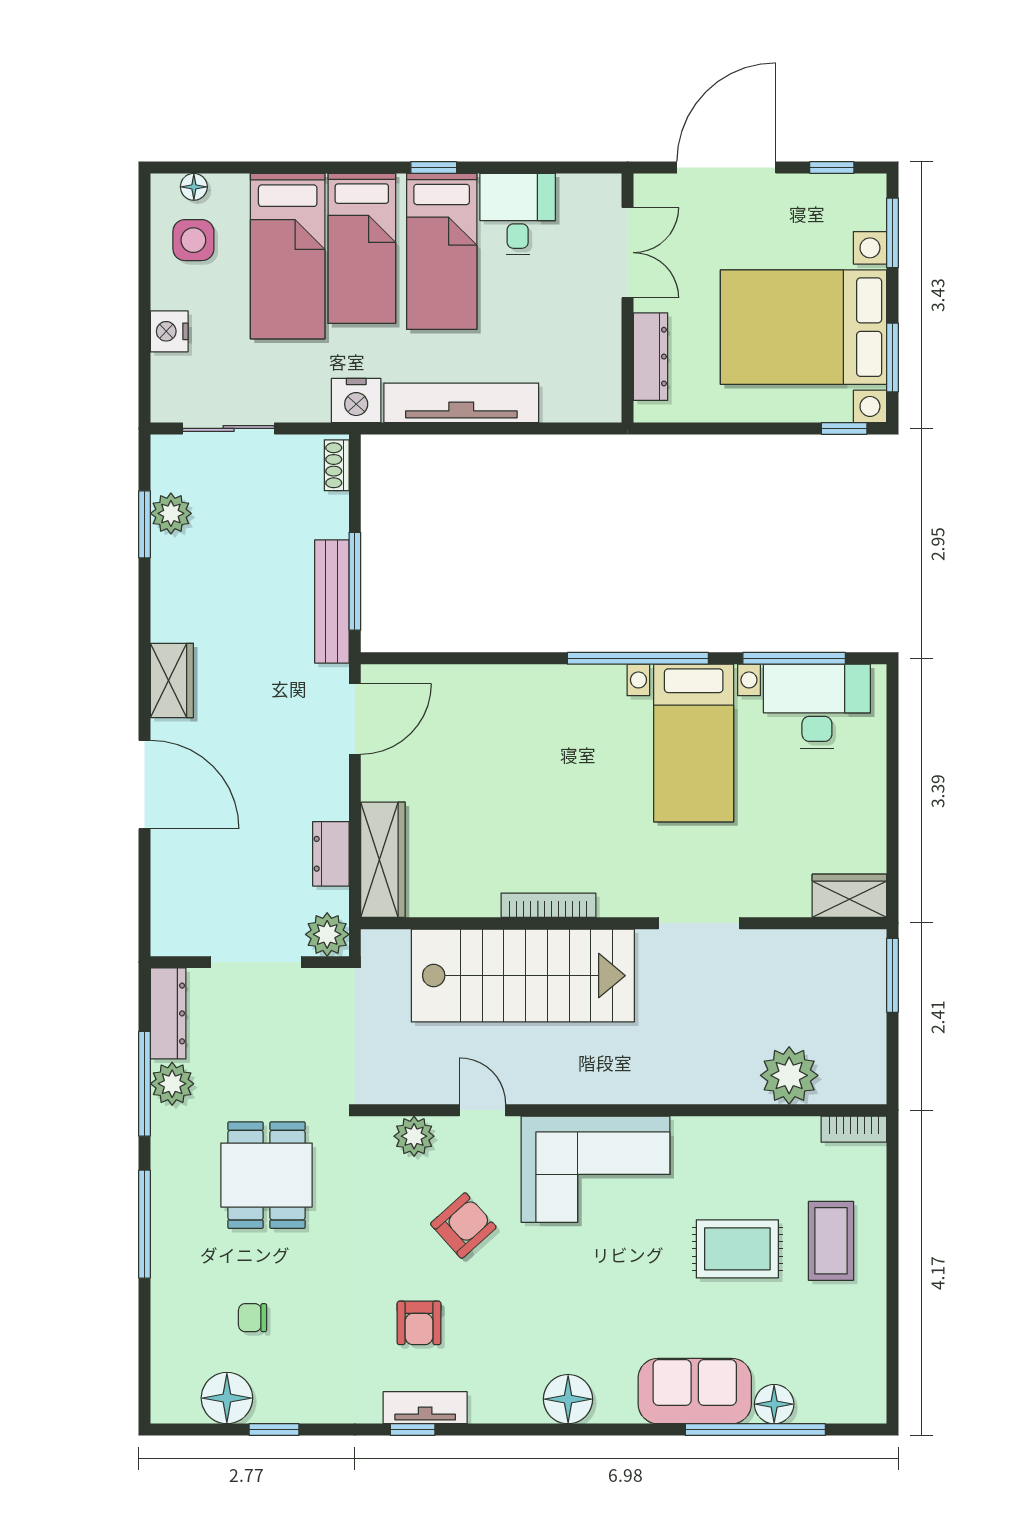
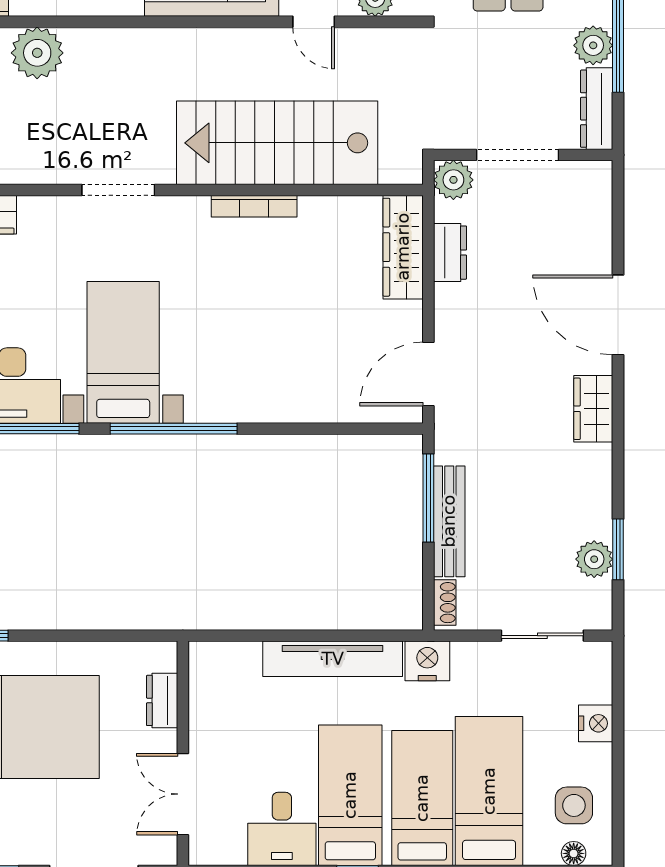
dresser: (651, 357) -> (162, 700), width x0.70
bench: (332, 602) -> (449, 521), moved

